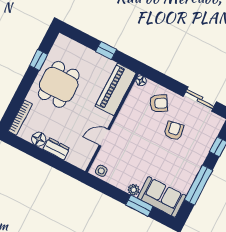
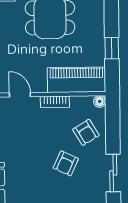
bookcase: (123, 114) -> (55, 102), added
armchair: (174, 131) -> (66, 163), turned 125

